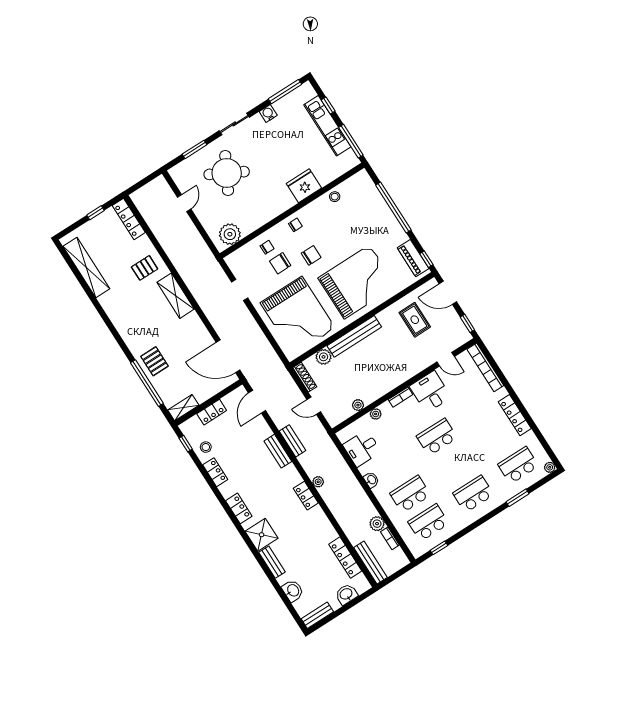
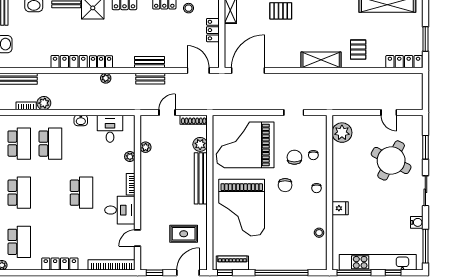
kitchen unit: (327, 126) -> (378, 262), width x1.36
fridge: (304, 186) -> (340, 208), width x0.53, depth x0.75
window: (96, 213) -> (425, 39), width x1.50
locker: (345, 558) -> (69, 62), moved

